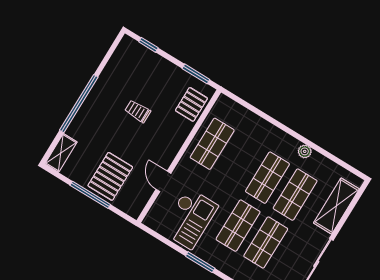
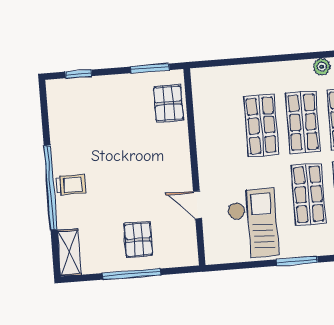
trolley: (138, 111) -> (71, 185), moved, turned 180
shop shelf: (212, 144) -> (261, 125), moved
pallet: (110, 176) -> (138, 240), width x0.67, depth x0.71

